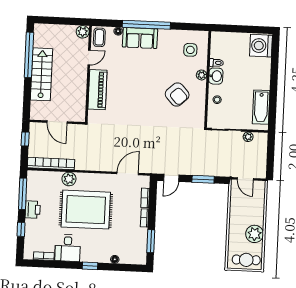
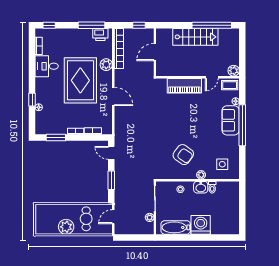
washing machine: (261, 46) -> (201, 225), moved
door: (89, 58) -> (212, 77), hinge flipped
armchair: (177, 94) -> (183, 155), turned -101
door: (128, 174) -> (113, 96), moved
printer: (33, 210) -> (100, 35), moved
window: (21, 229) -> (49, 25), moved
cafe table: (246, 260) -> (86, 219), moved
window: (90, 266) -> (32, 100), moved

